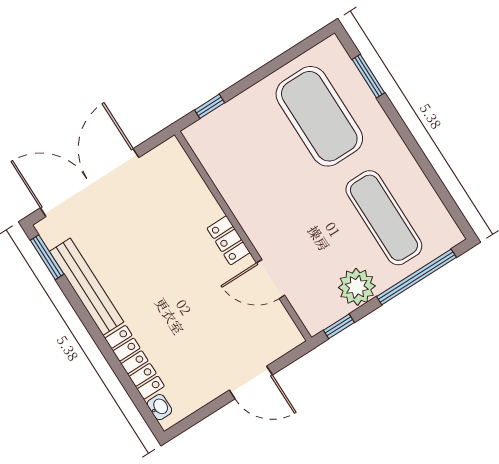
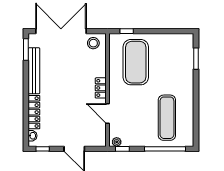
exercise mat: (319, 116) -> (136, 62), moved
stool: (163, 167) -> (93, 43), added
plant: (357, 287) -> (117, 142), moved, width x0.53, depth x0.53
window: (193, 419) -> (43, 149), added

